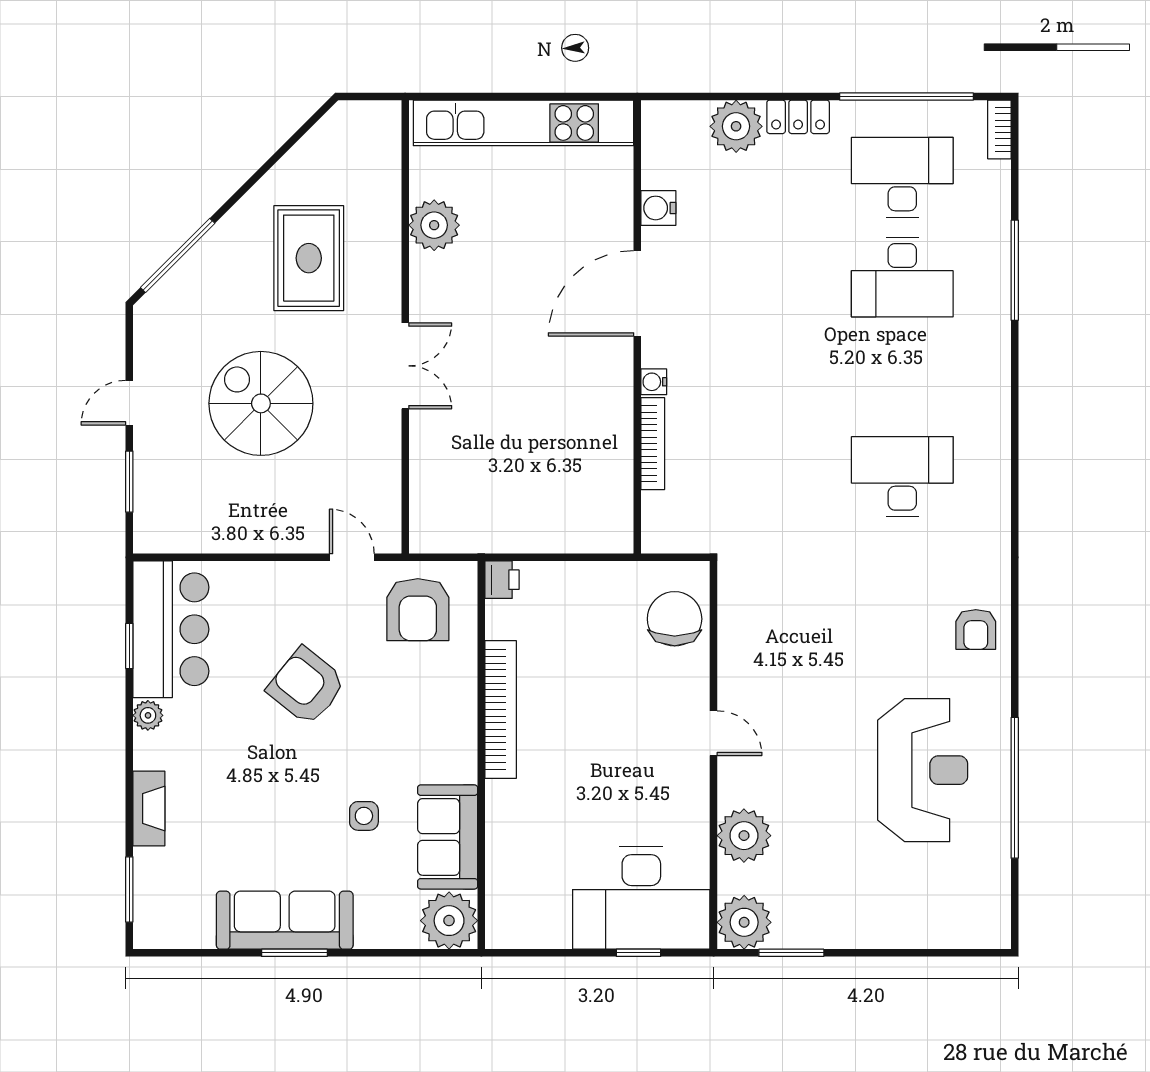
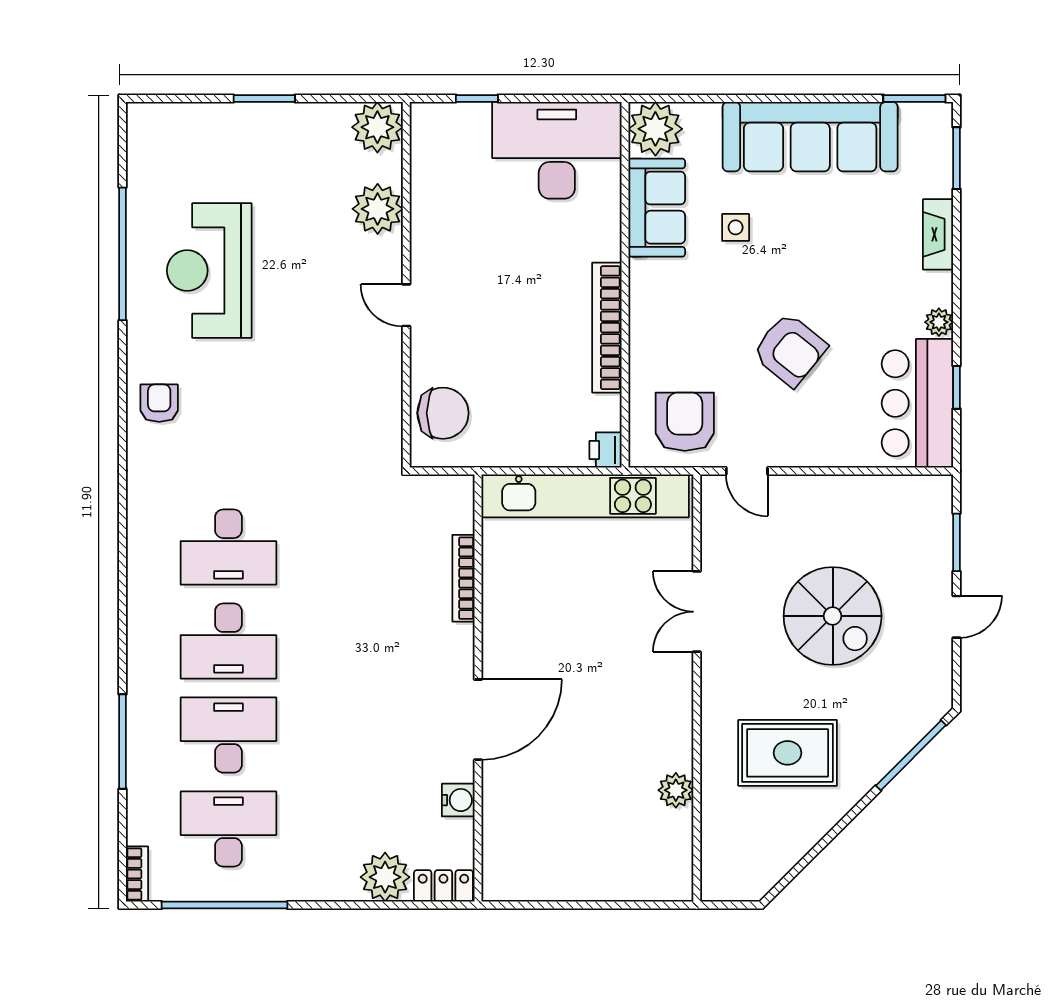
locker: (798, 117) -> (443, 886), moved
kitchen unit: (524, 123) -> (585, 496), moved, turned 180
desk: (902, 177) -> (228, 829), turned 180
plant: (434, 225) -> (676, 790), width x0.73, depth x0.73
rug: (309, 258) -> (788, 753), turned 90
double door: (405, 366) -> (697, 612), moved
desk: (902, 377) -> (228, 641), added
water cooler: (654, 382) -> (462, 636), removed
chair: (675, 619) -> (443, 413), turned -90
desk: (641, 898) -> (557, 150), moved
sofa: (285, 920) -> (810, 137), width x1.36, depth x1.27
window: (294, 953) -> (914, 98), moved
window: (791, 953) -> (264, 98), moved

